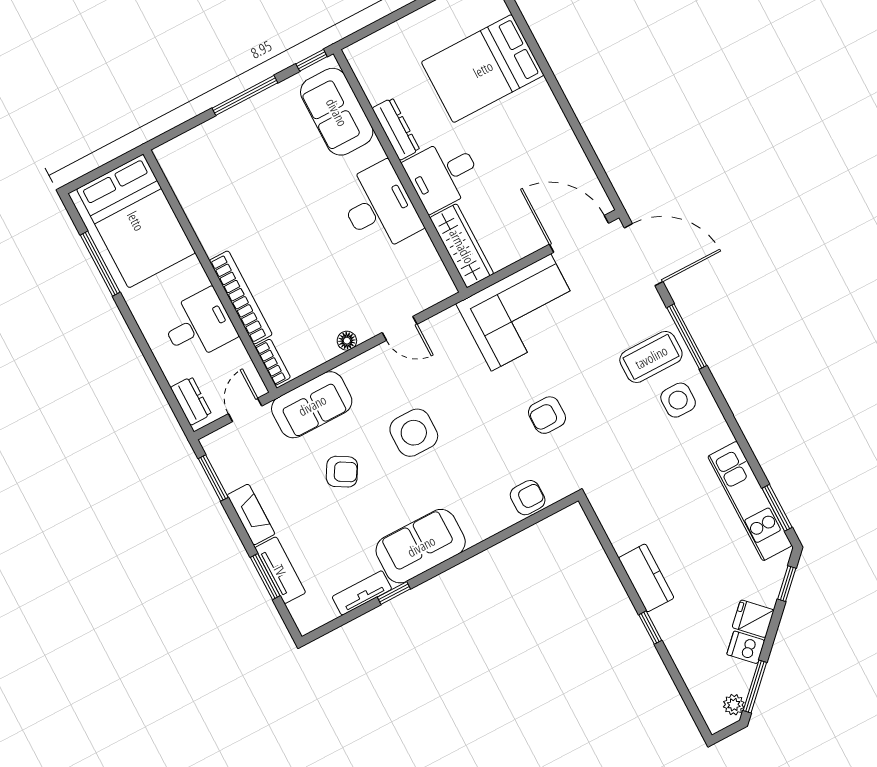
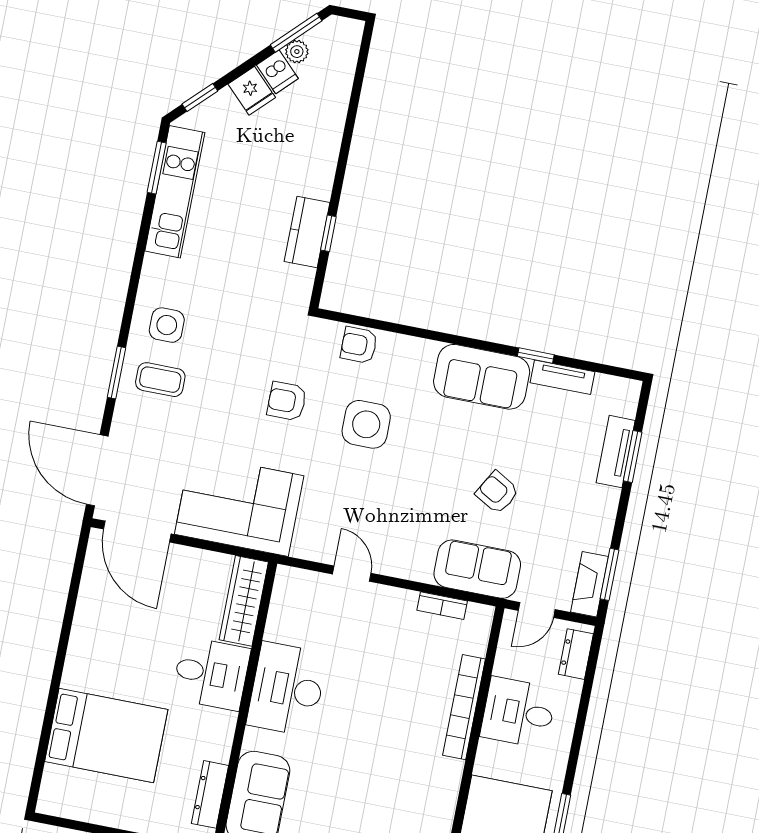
dresser: (396, 129) -> (210, 794), moved
window: (687, 337) -> (116, 372), width x0.69
floor lamp: (347, 341) -> (404, 599), removed
coffee table: (651, 357) -> (160, 380), width x0.73, depth x0.77
bookcase: (273, 362) -> (442, 606), moved, turned -90
armchair: (547, 415) -> (287, 401), turned 180
side table: (414, 433) -> (366, 424), moved
fireplace: (251, 515) -> (590, 584), moved
kitchen counter: (646, 578) -> (307, 232), moved
window: (650, 628) -> (328, 233), moved
plant: (734, 705) -> (297, 52), moved

